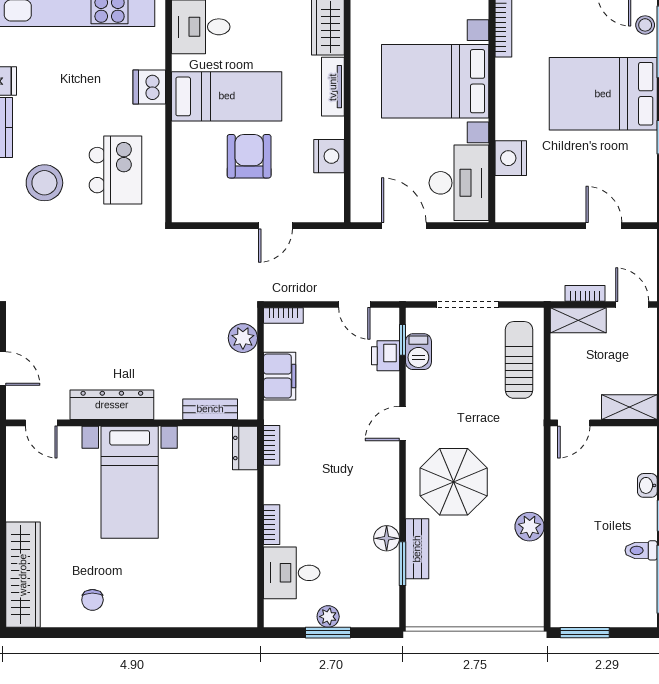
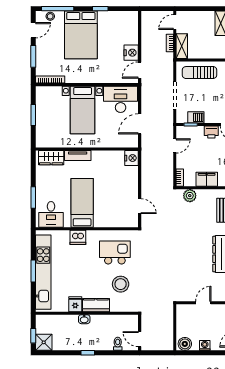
bed with nightstands: (435, 81) -> (83, 110), width x0.73
armchair: (249, 156) -> (109, 193), removed
nightstand: (329, 156) -> (132, 158), moved, turned 90
nightstand: (511, 158) -> (131, 53), moved, turned -90
door: (275, 226) -> (140, 206), moved
door: (604, 226) -> (140, 70), moved
printer: (385, 356) -> (211, 132), moved

